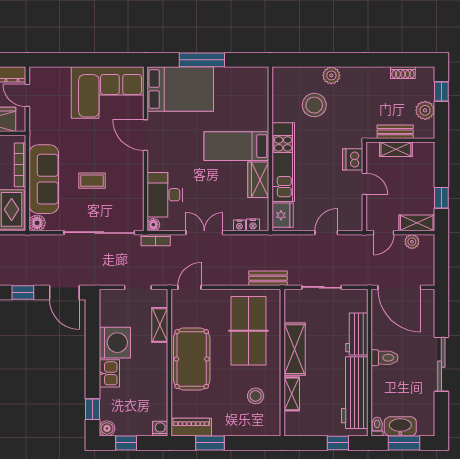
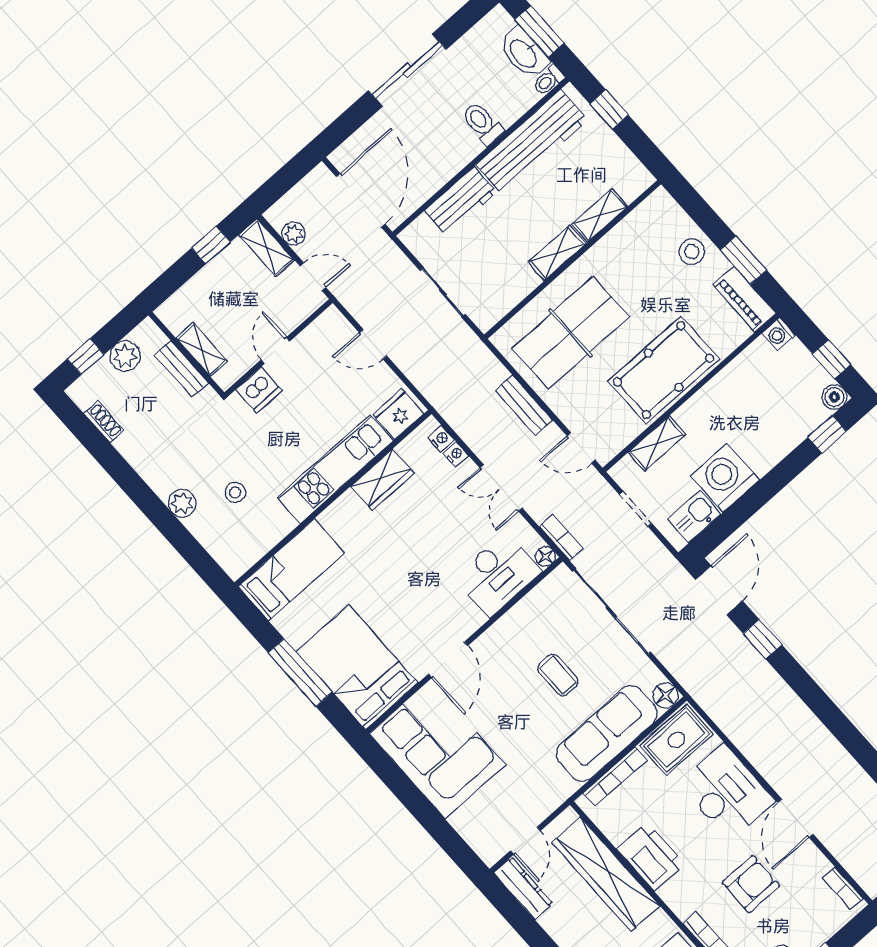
stool: (314, 105) -> (235, 492), width x0.53, depth x0.53
bed: (236, 146) -> (291, 570), moved, turned -90
bench: (268, 278) -> (524, 405), moved
shelving: (295, 349) -> (557, 253), width x0.67, depth x0.75
toilet: (385, 358) -> (482, 123), moved
kitchen sink: (109, 373) -> (694, 517), moved
stool: (256, 396) -> (692, 252), moved

